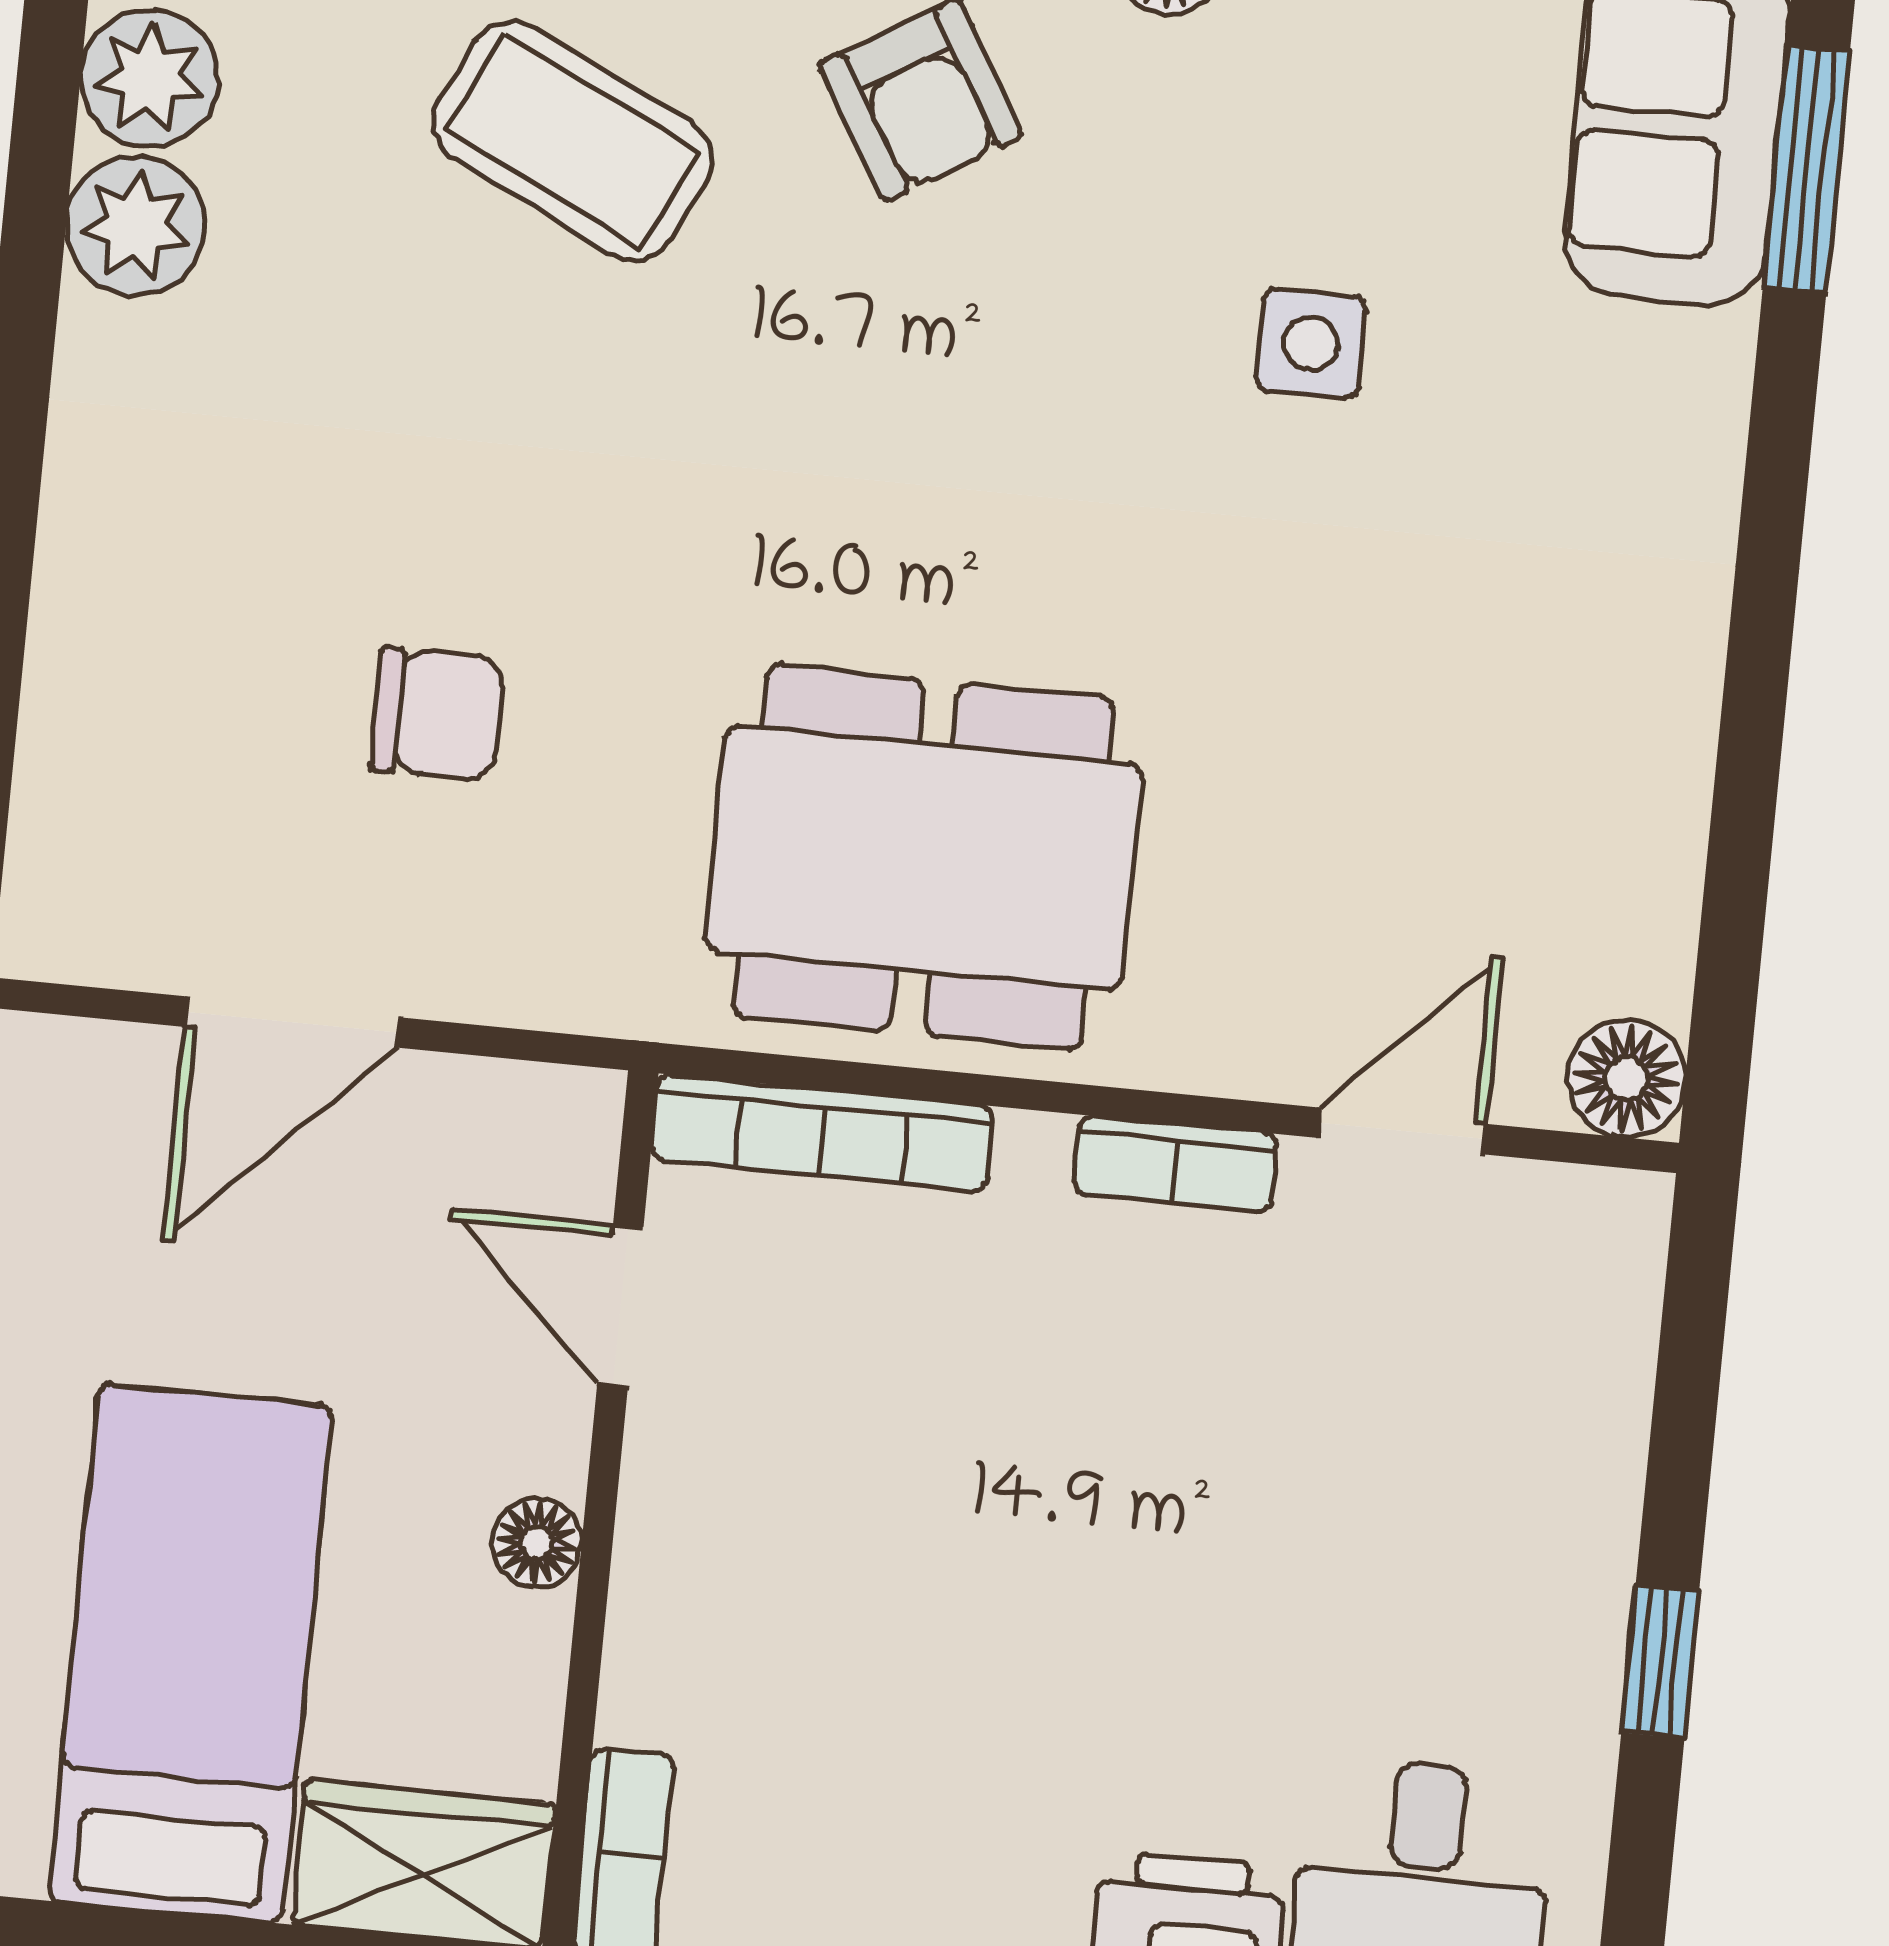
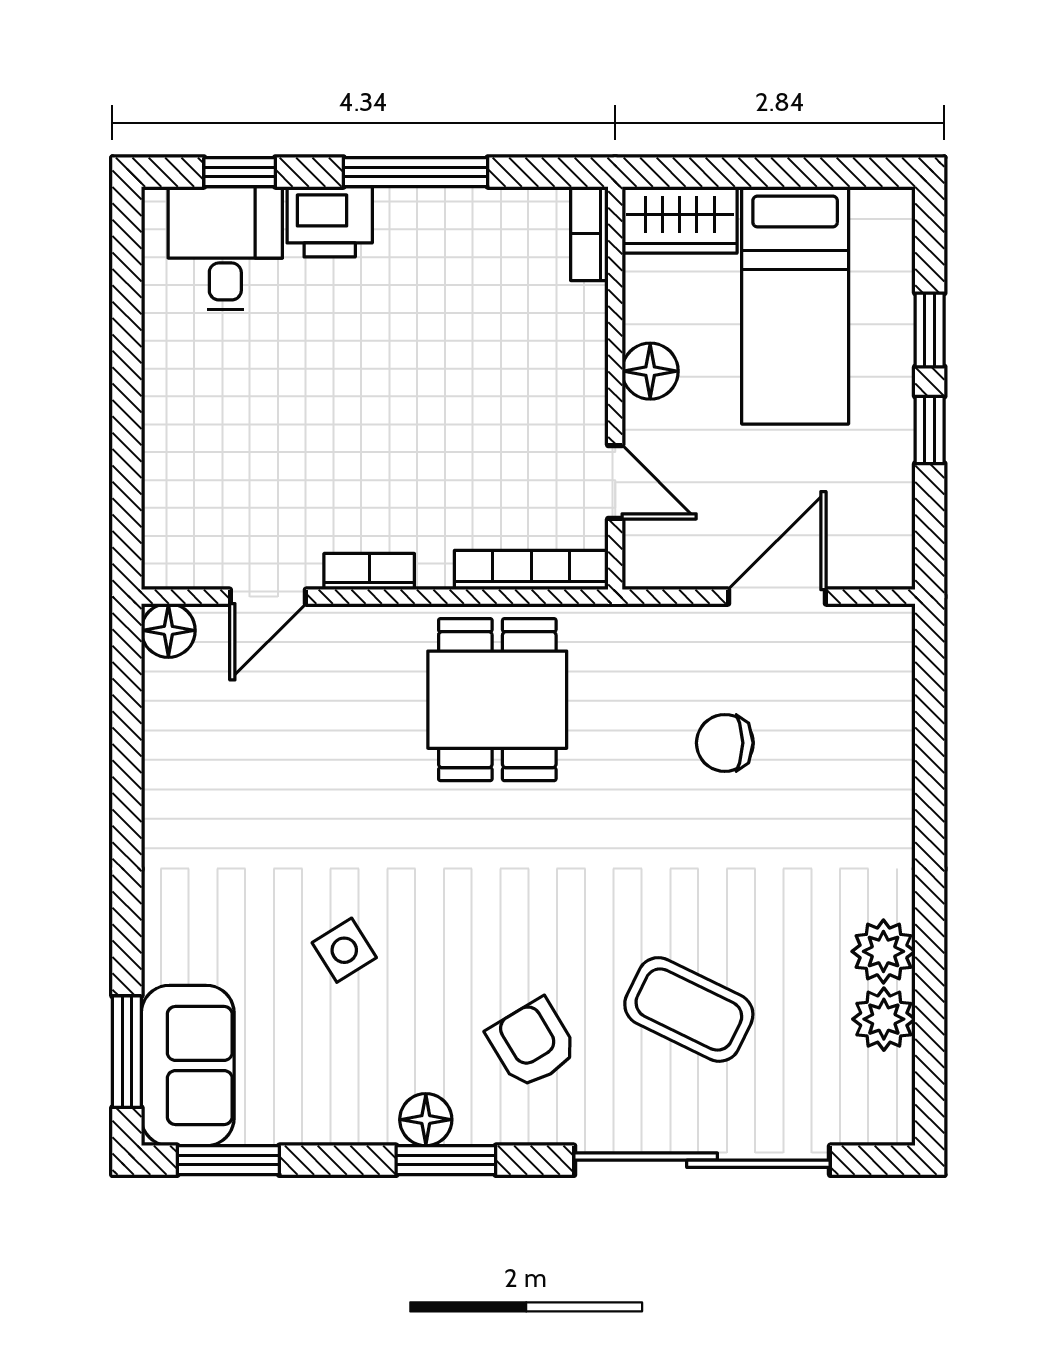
side table: (1311, 344) -> (344, 950), turned -32
dining table: (924, 857) -> (497, 700), width x0.73
floor lamp: (537, 1542) -> (650, 371), width x1.37, depth x1.37
window: (1660, 1661) -> (127, 367), removed

